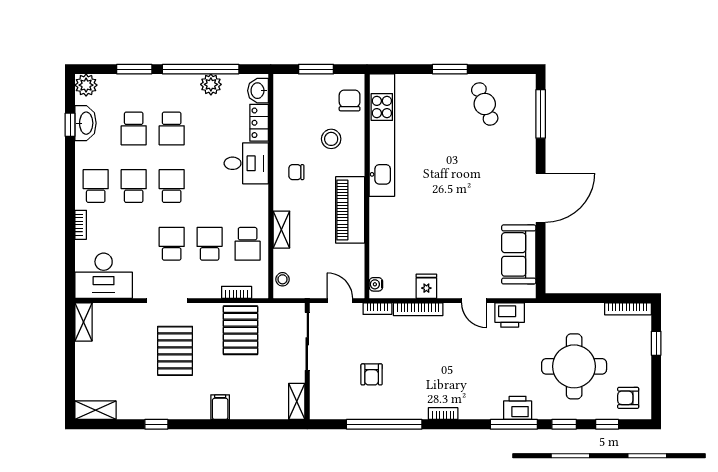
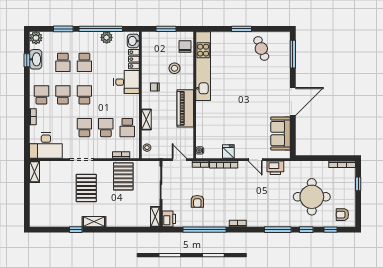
filing cabinet: (220, 407) -> (112, 220), removed
printer: (518, 408) -> (169, 219), moved, turned 90
shelving: (95, 410) -> (94, 222), moved

